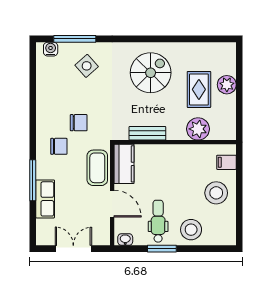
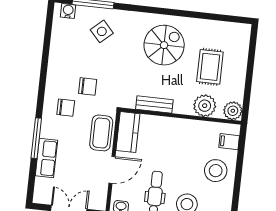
plant: (227, 85) -> (233, 111), moved
door: (112, 204) -> (112, 170), hinge flipped

